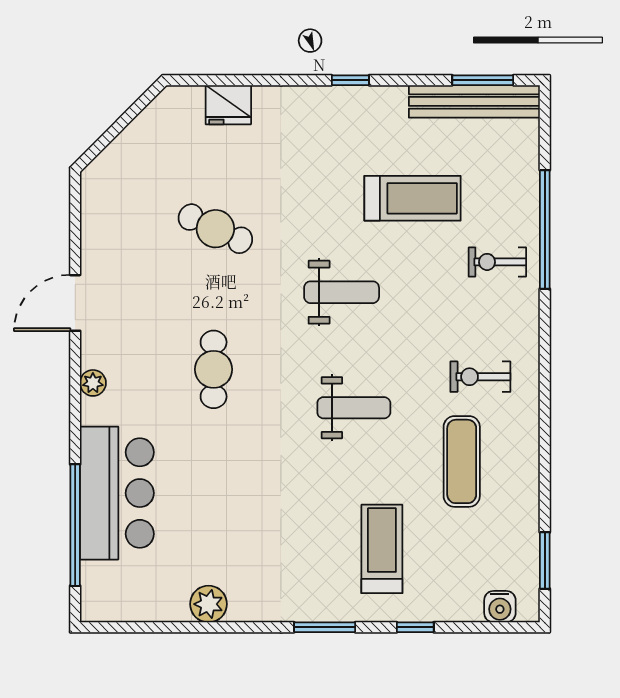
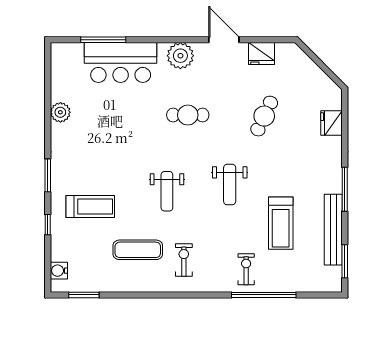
window: (350, 80) -> (345, 189), width x2.17
bench: (474, 101) -> (333, 230), moved
fridge: (100, 234) -> (262, 54), added
plant: (93, 383) -> (180, 56), width x1.87, depth x1.87
window: (75, 525) -> (103, 40), width x0.68

